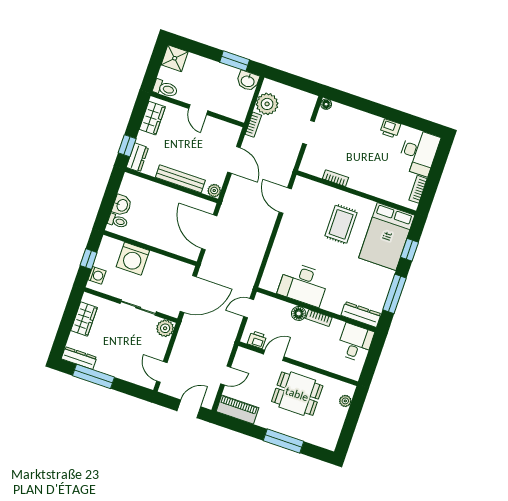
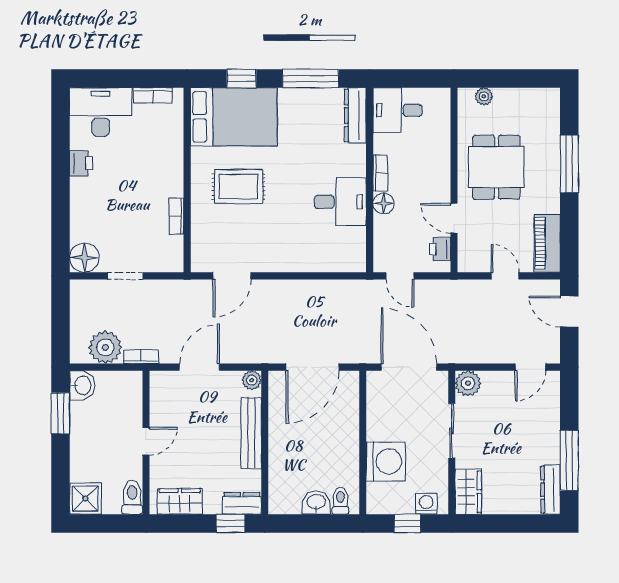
floor lamp: (326, 104) -> (84, 258), width x1.89, depth x1.89
desk: (303, 284) -> (340, 202), width x0.73
wardrobe: (84, 319) -> (468, 492), moved, turned 90

